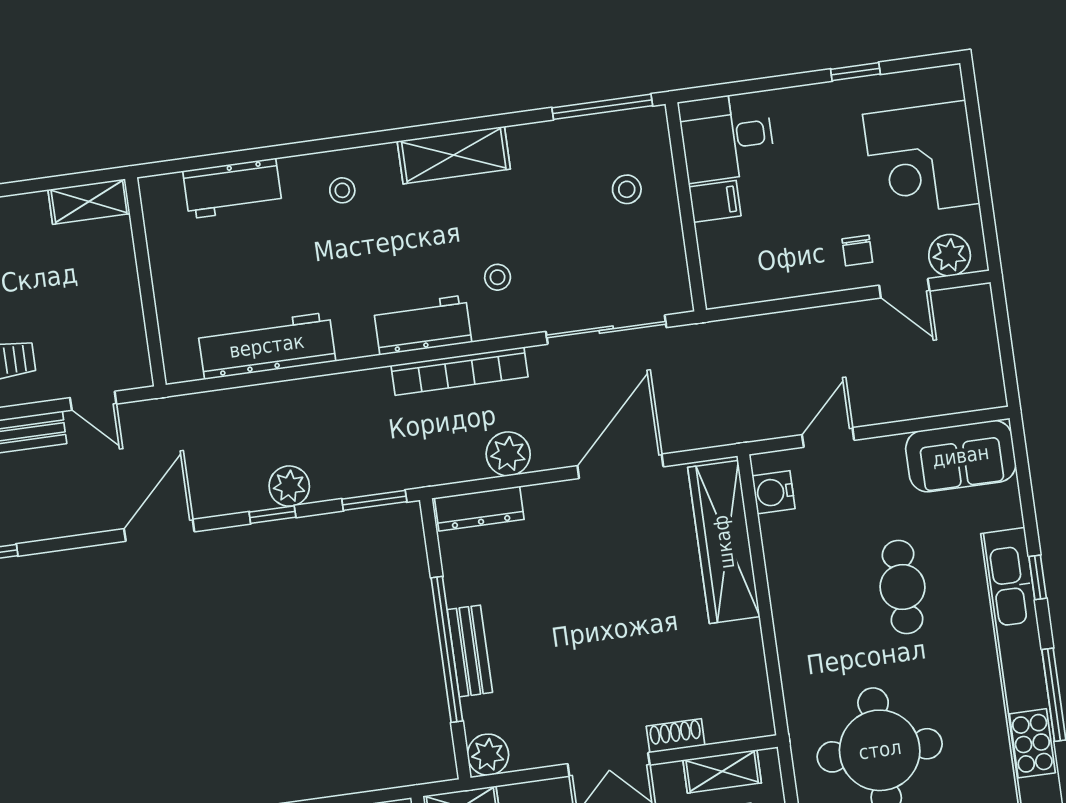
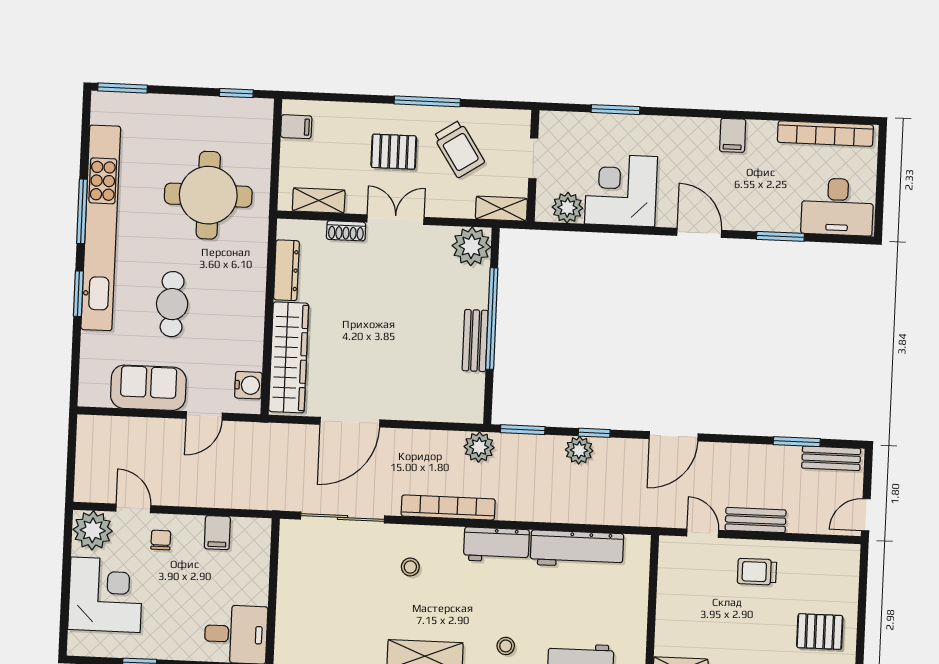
stool: (627, 189) -> (311, 611), removed
filing cabinet: (715, 201) -> (217, 533), moved, turned -90
plant: (950, 255) -> (93, 530), width x1.36, depth x1.36
workbench: (423, 325) -> (496, 545), moved
plant: (508, 454) -> (479, 447), moved
sofa: (961, 456) -> (148, 388), moved
dresser: (479, 509) -> (286, 270), moved, turned 90
window: (1038, 577) -> (78, 294), width x1.50
bench: (470, 651) -> (475, 341), moved
plant: (488, 755) -> (471, 246), width x1.36, depth x1.36

